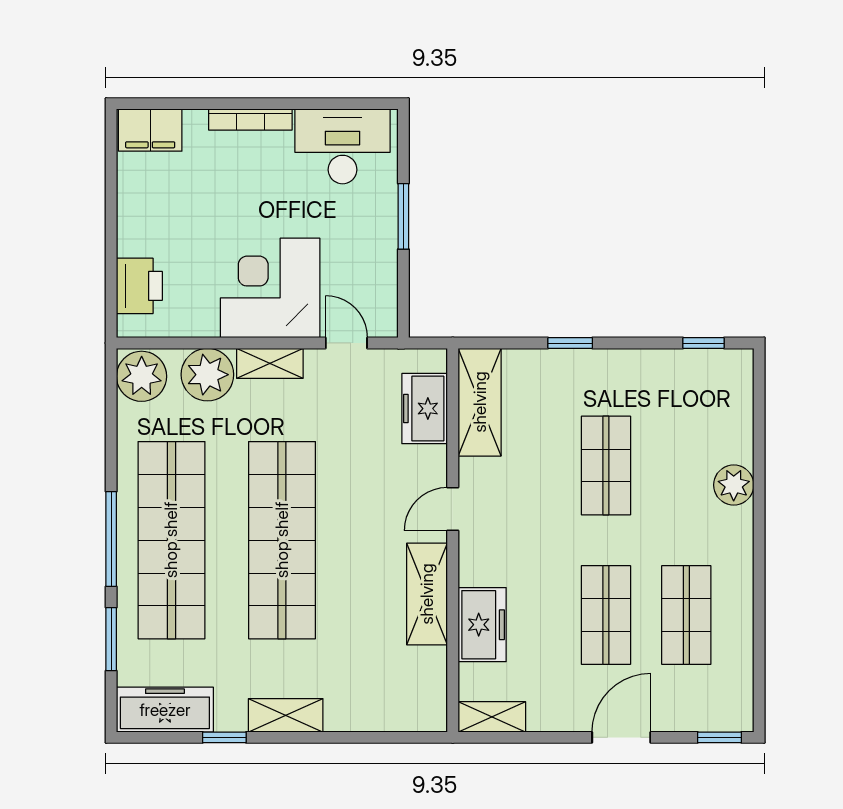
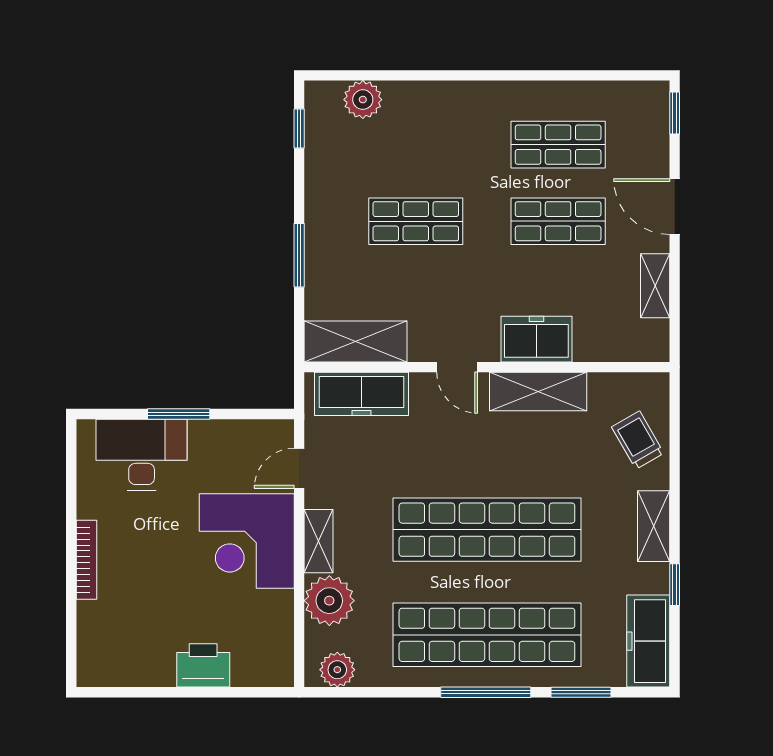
filing cabinet: (150, 130) -> (96, 655), removed
desk: (343, 146) -> (142, 455), moved, turned 90
printer: (139, 286) -> (203, 665), moved
window: (570, 343) -> (299, 255), width x1.50
plant: (142, 376) -> (337, 670), width x0.73, depth x0.73
freezer: (425, 409) -> (362, 394), width x1.40
plant: (734, 485) -> (363, 100), moved
freezer: (482, 625) -> (536, 339), moved
trolley: (376, 699) -> (638, 440), added
shelving: (492, 717) -> (655, 286), moved

